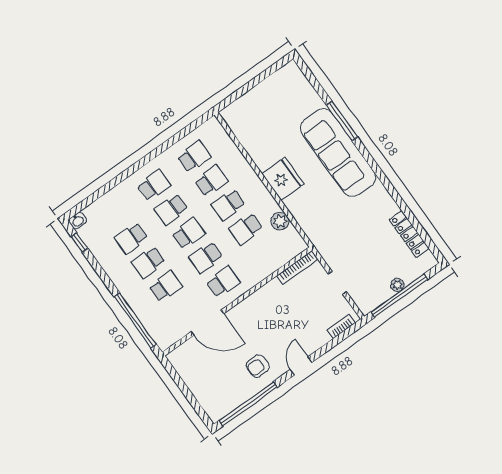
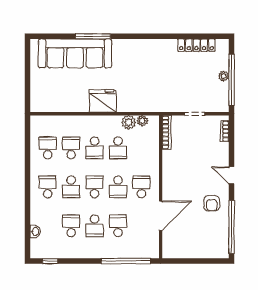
sofa: (338, 153) -> (75, 53), moved
washbasin: (78, 221) -> (35, 231), moved
plant: (292, 234) -> (142, 121), added
school desk: (131, 238) -> (71, 226), turned 180

